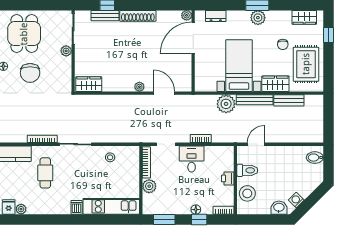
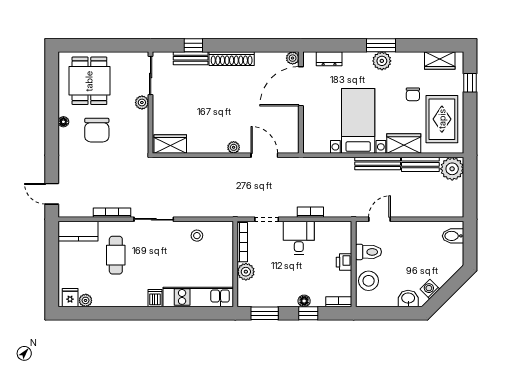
plant: (226, 104) -> (452, 169), moved

